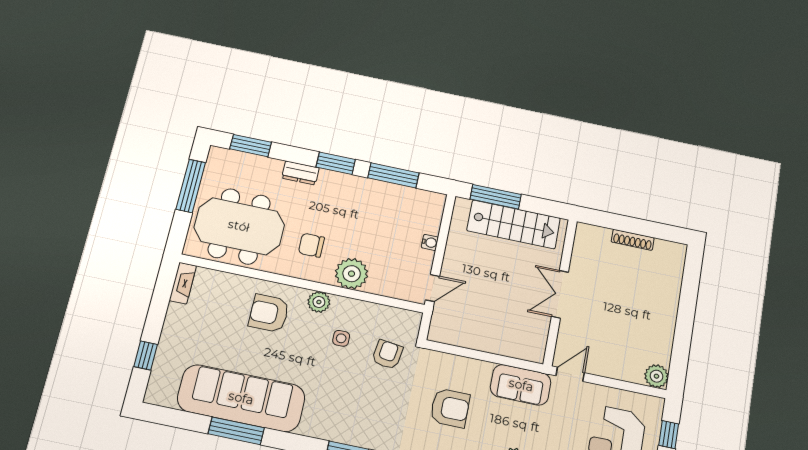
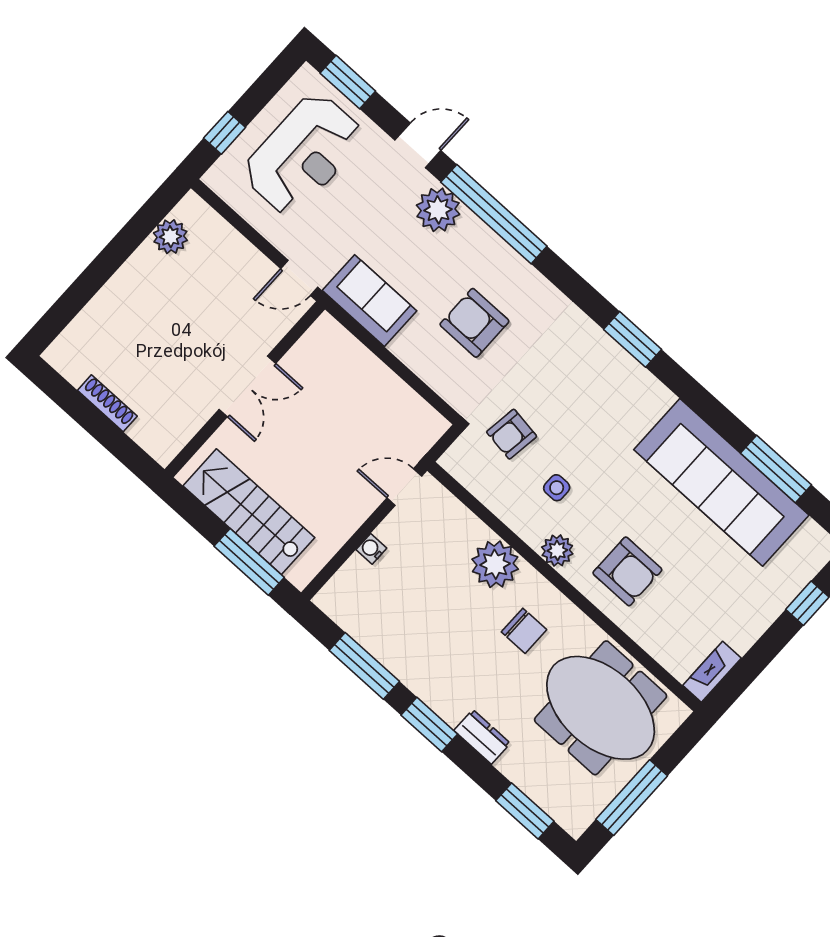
plant: (656, 376) -> (170, 237), moved
window: (236, 431) -> (776, 469), moved

